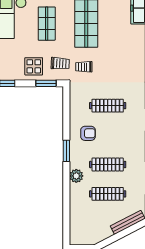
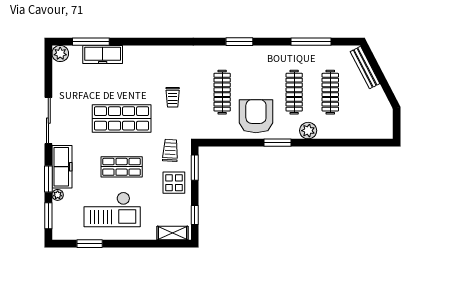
trolley: (84, 67) -> (173, 97), moved
armchair: (88, 133) -> (256, 116), width x1.88, depth x1.88

